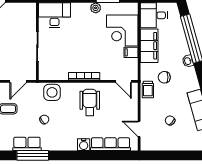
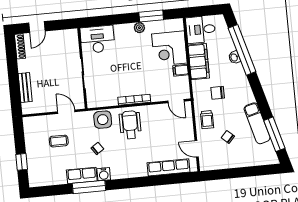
washbasin: (188, 61) -> (234, 57), moved
door: (18, 81) -> (66, 112), swing flipped
trolley: (148, 89) -> (207, 120), moved
wheelchair: (90, 102) -> (130, 125), moved
water cooler: (84, 145) -> (104, 174), moved

